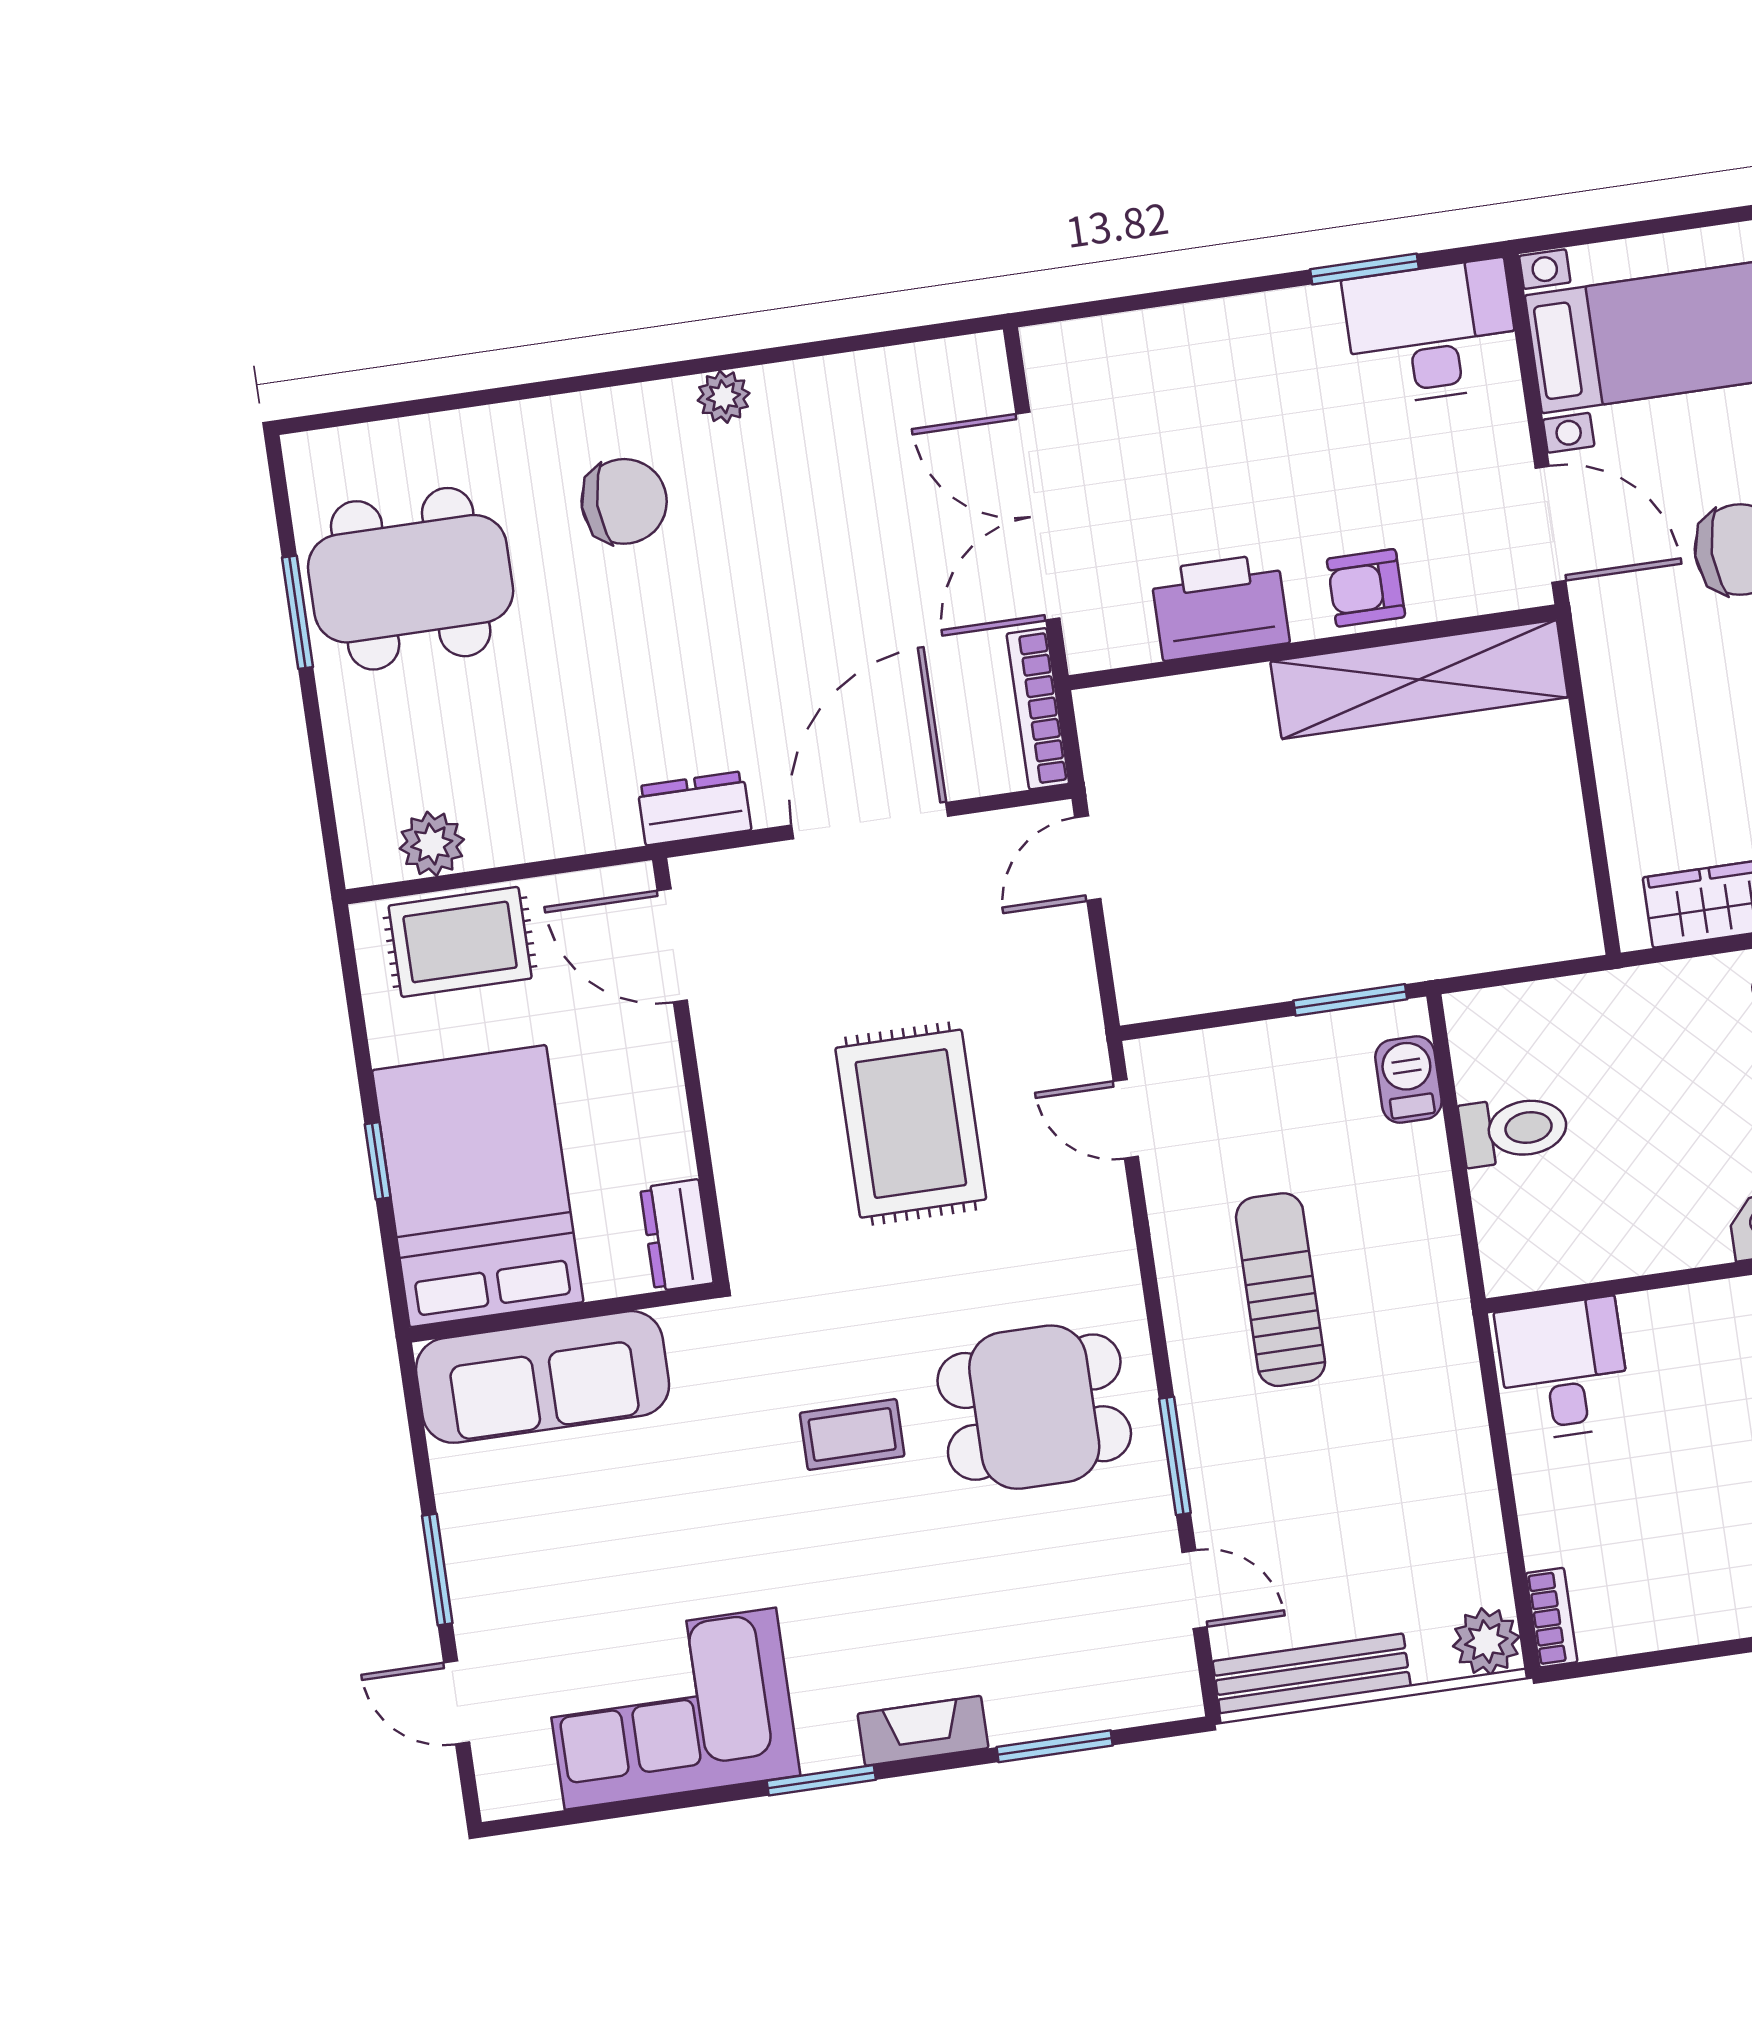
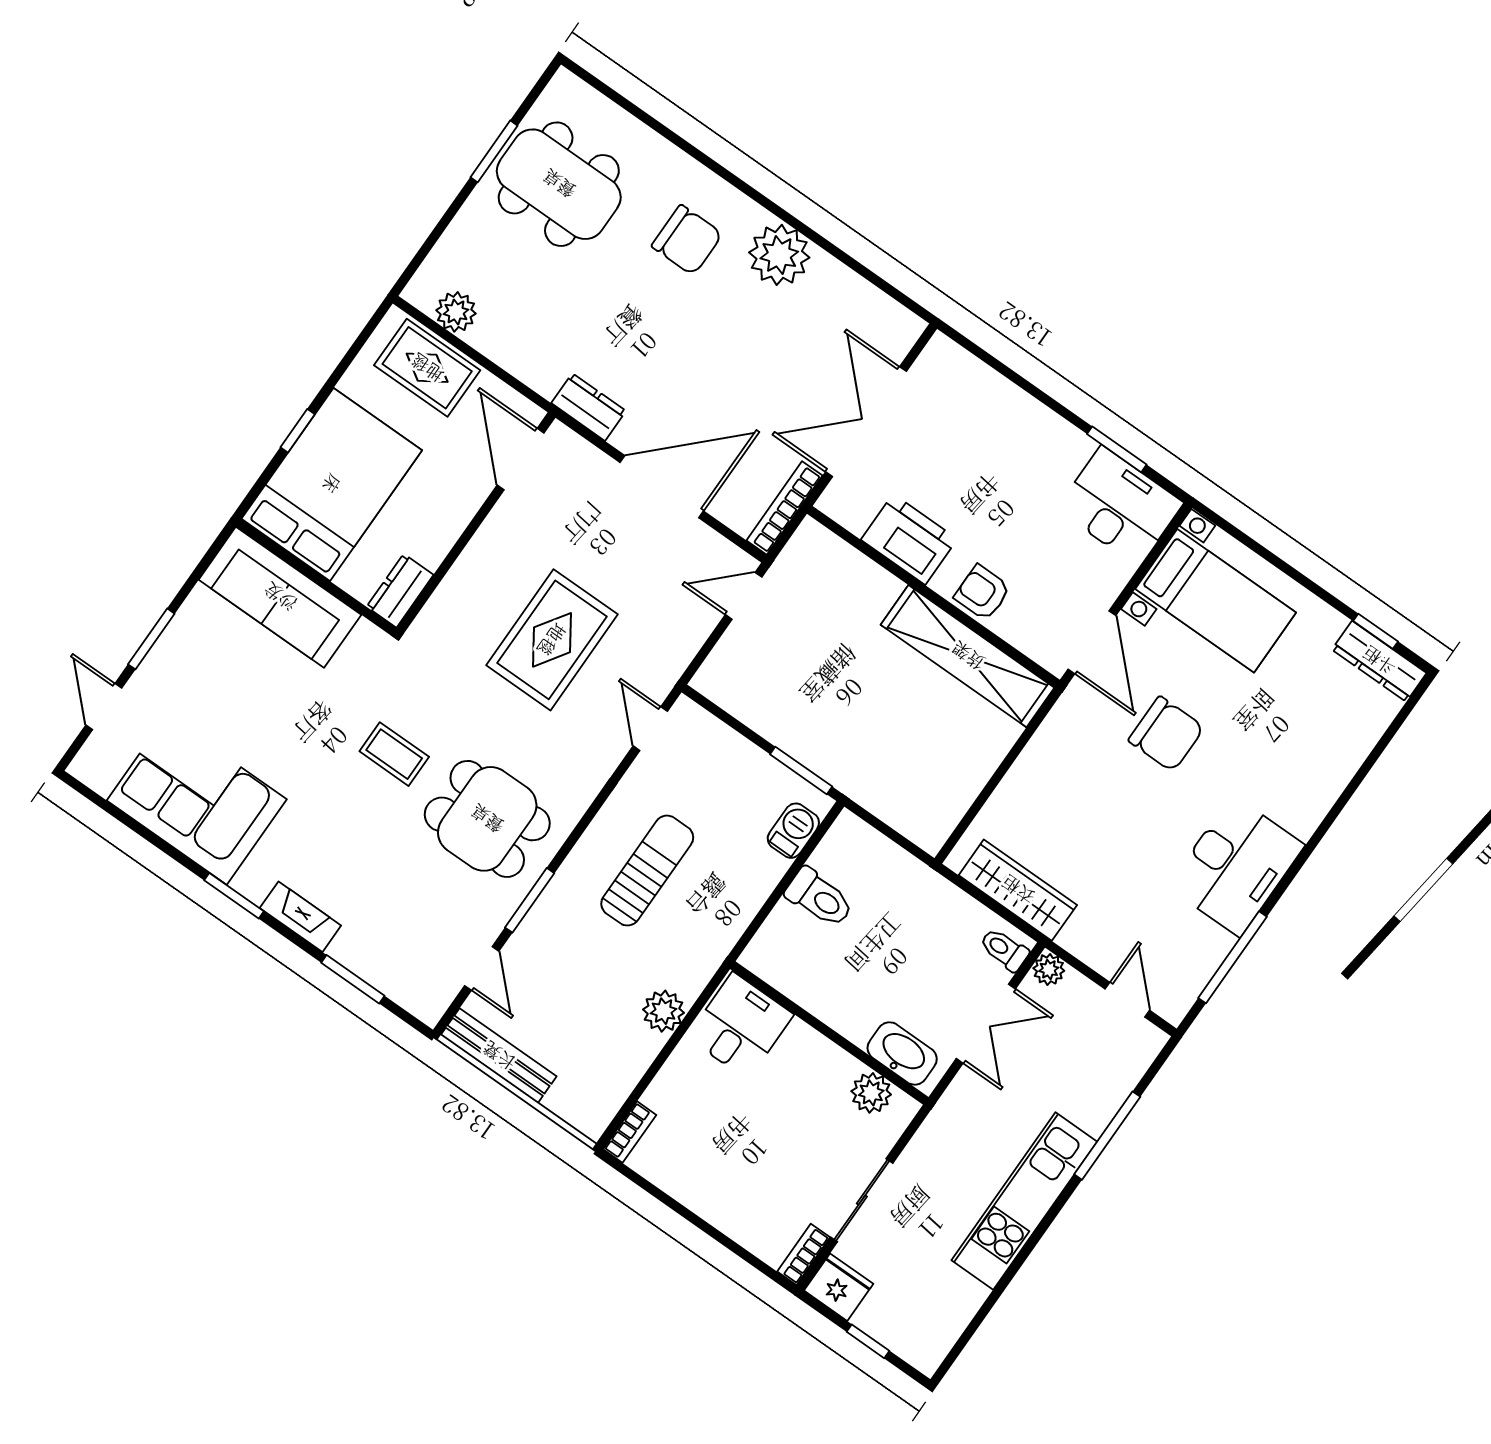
plant: (724, 397) -> (779, 255), width x1.88, depth x1.88
plant: (1486, 1641) -> (664, 1011), moved

